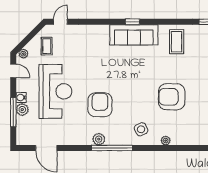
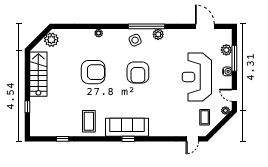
armchair: (100, 105) -> (138, 73), moved
plant: (22, 110) -> (226, 50), moved
side table: (141, 129) -> (135, 40), moved

